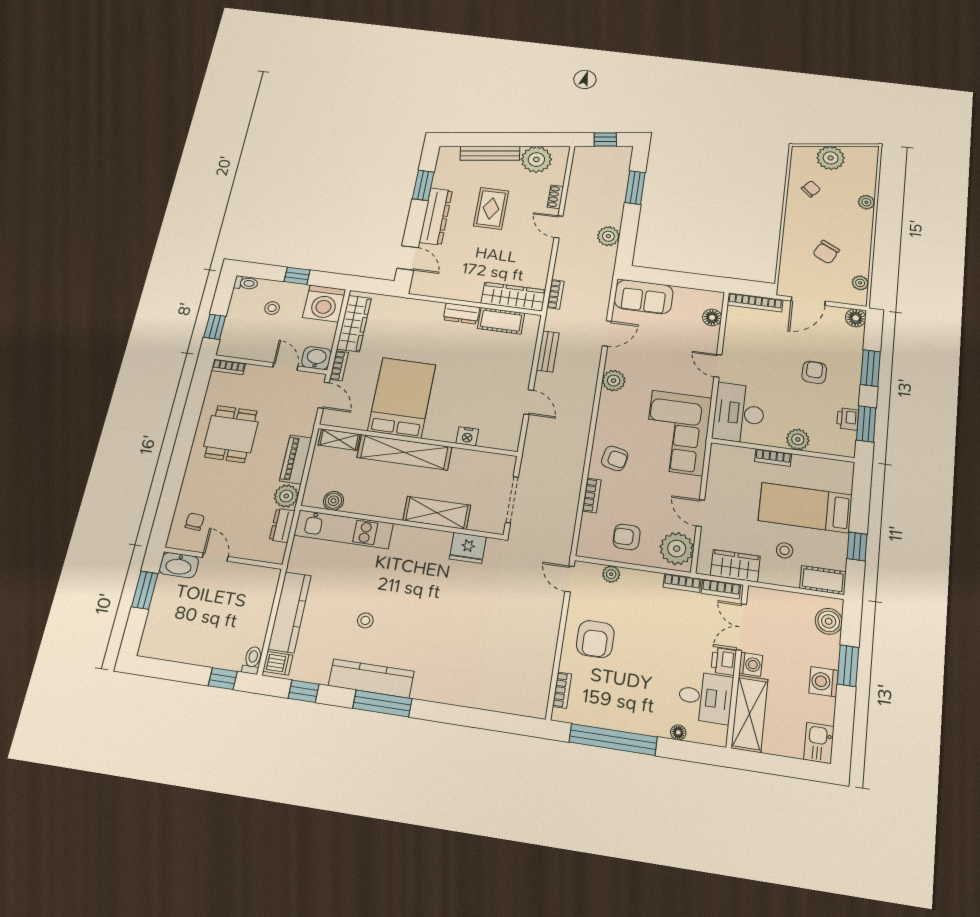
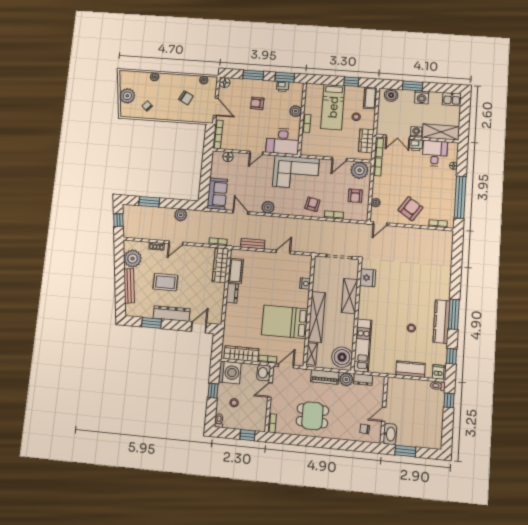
boiler: (334, 501) -> (342, 357), width x1.86, depth x1.86
kitchen counter: (290, 612) -> (410, 369), width x0.67
armchair: (595, 639) -> (410, 209), turned -56

